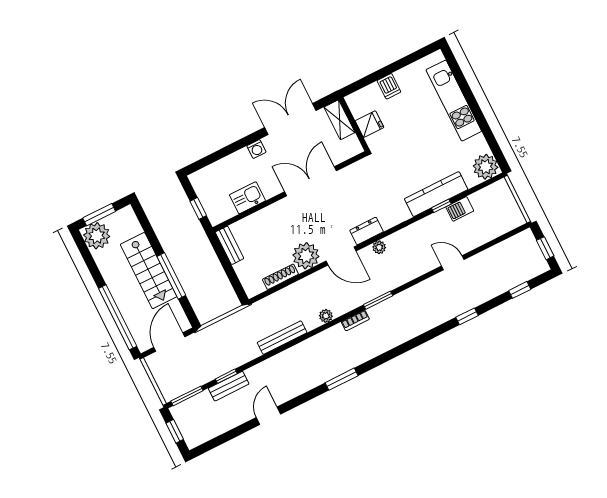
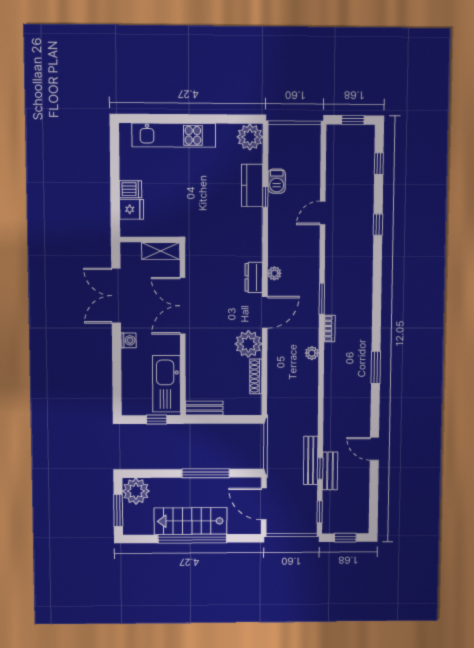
shelving: (339, 120) -> (161, 251), moved
fridge: (370, 124) -> (132, 209), moved, turned 90
kitchen counter: (436, 194) -> (252, 185), width x0.67
kitchen sink: (247, 198) -> (167, 384), width x1.88, depth x1.24
plant: (97, 236) -> (136, 491), moved
stairs: (148, 271) -> (191, 521), moved, turned 180
window: (118, 317) -> (192, 539), moved
bench: (282, 338) -> (311, 460), moved
window: (187, 396) -> (320, 512), width x0.67

